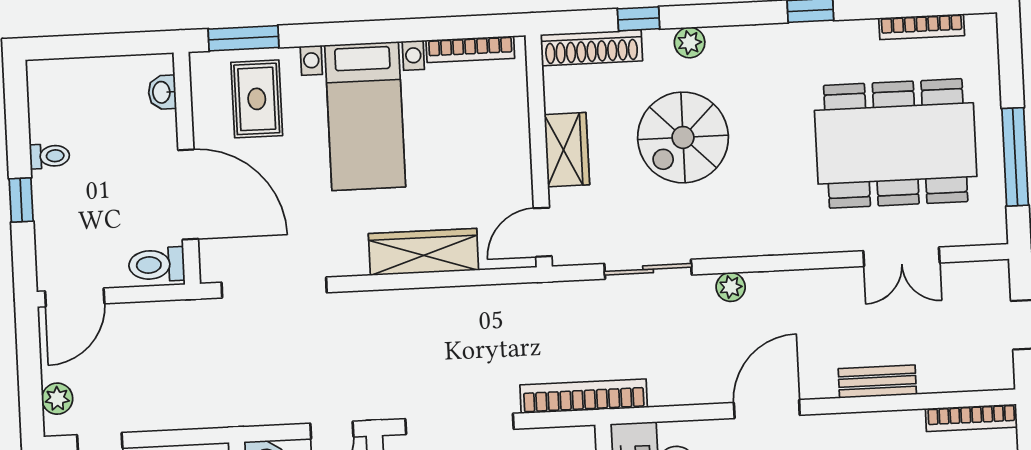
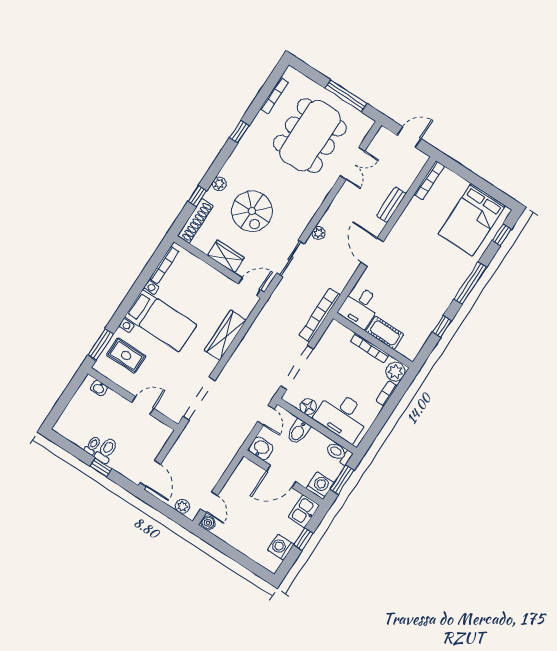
door: (188, 194) -> (143, 405), width x0.53
door: (543, 232) -> (249, 287), swing flipped
toilet: (157, 265) -> (106, 450), moved, turned 180

